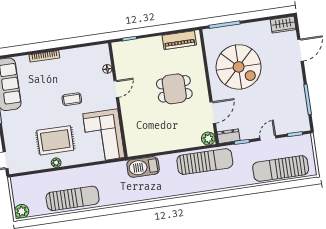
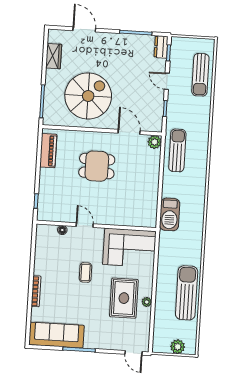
wardrobe: (283, 25) -> (54, 56), moved
dining table: (174, 89) -> (97, 166), turned 90
dresser: (229, 136) -> (161, 47), moved
sun lounger: (205, 162) -> (177, 150), width x0.73, depth x0.75
sun lounger: (281, 168) -> (200, 75), width x0.73, depth x0.75
plant: (22, 211) -> (178, 347), moved

